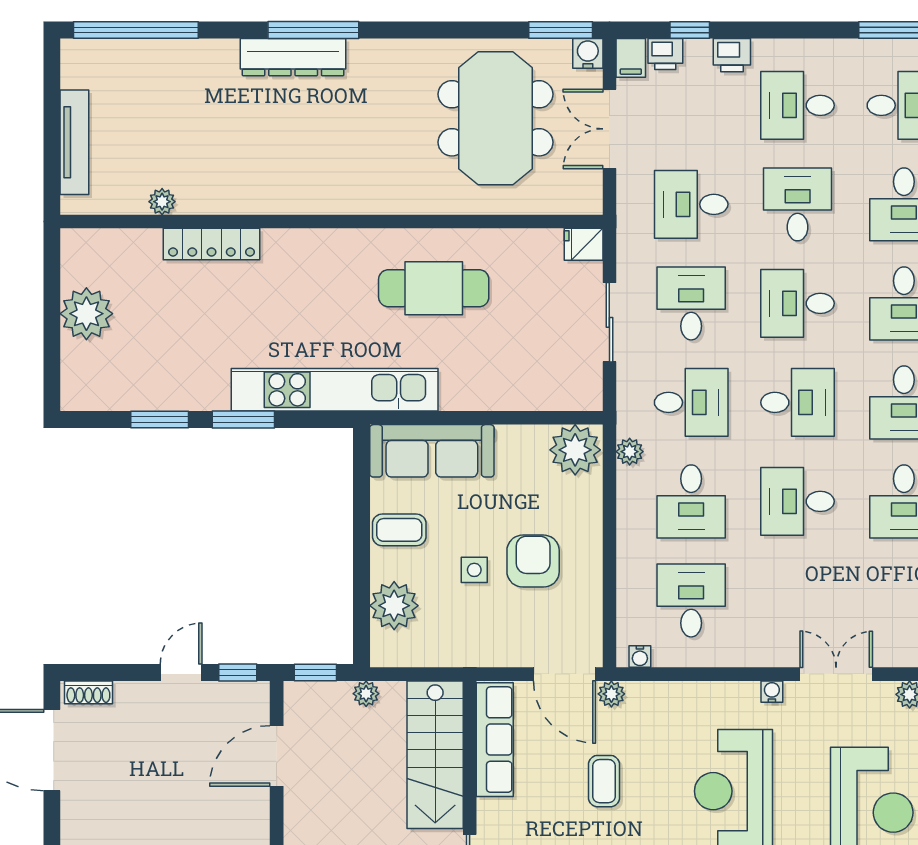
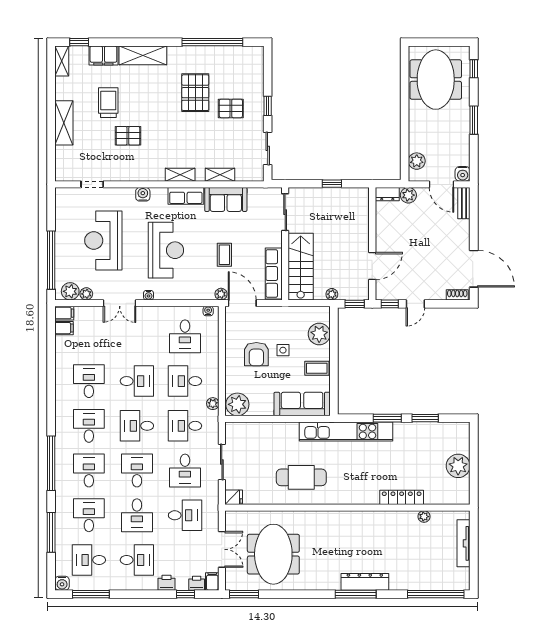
water cooler: (588, 53) -> (232, 583), removed
desk: (798, 303) -> (137, 471), turned -90
desk: (691, 501) -> (185, 381), turned -90

